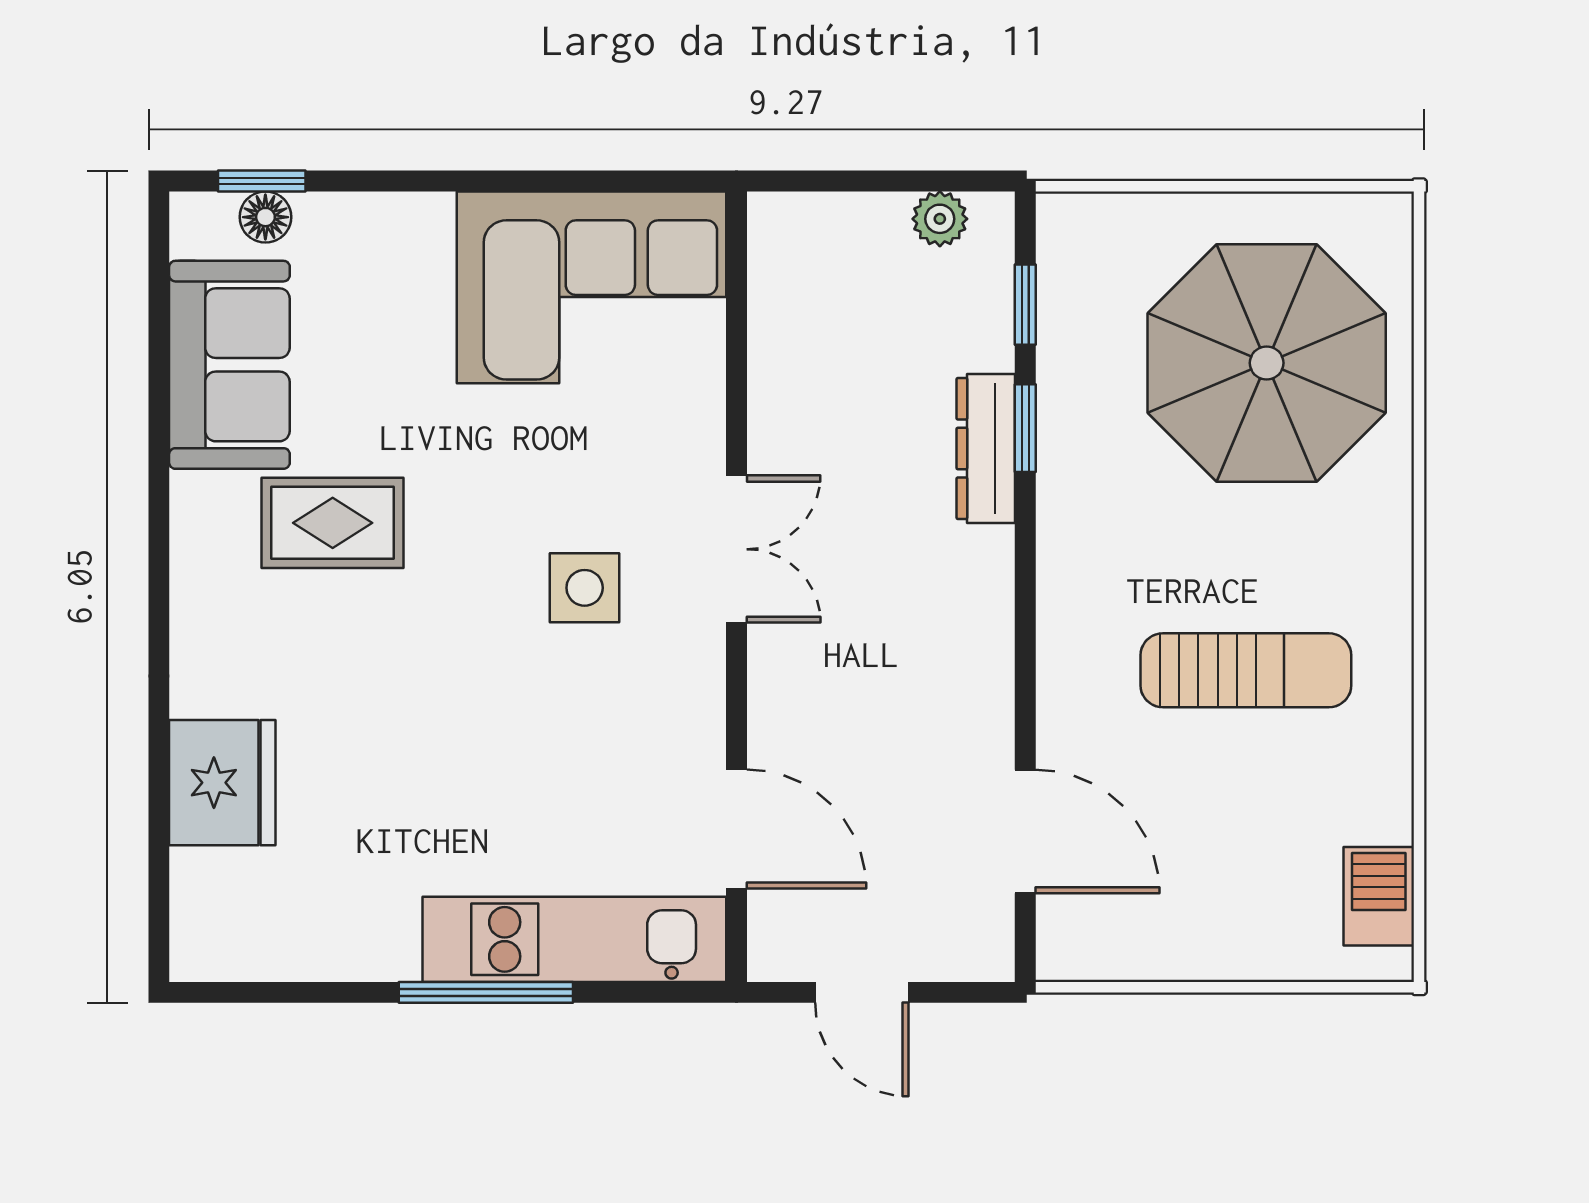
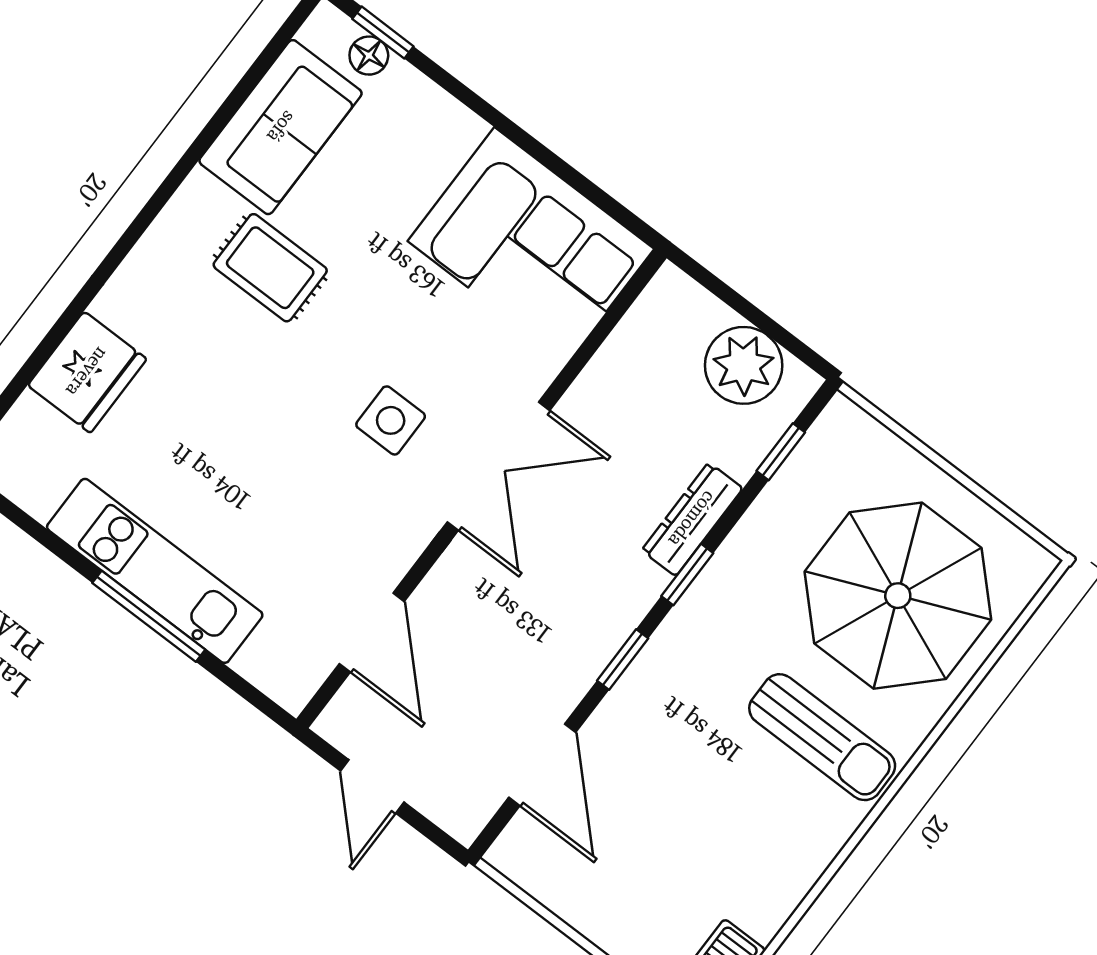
plant: (940, 219) -> (744, 365), width x1.88, depth x1.88
window: (1025, 428) -> (687, 575), moved
double door: (737, 549) -> (498, 466), width x1.37
window: (1025, 654) -> (623, 659), added
sun lounger: (1246, 670) -> (822, 737), moved
kitchen unit: (574, 939) -> (155, 571), moved

